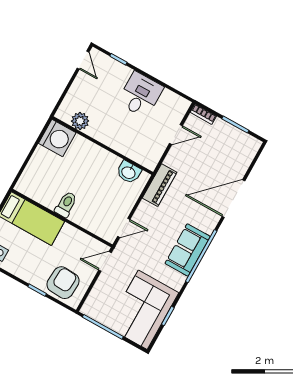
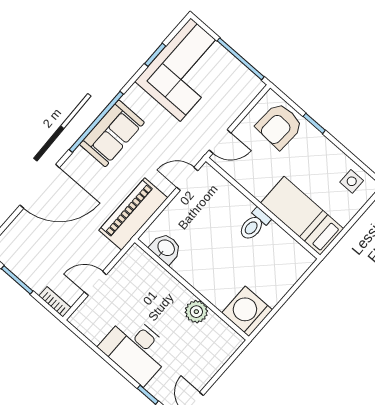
desk: (140, 95) -> (136, 349), width x1.37
plant: (80, 121) -> (196, 312), moved
piano: (160, 185) -> (133, 214), width x1.37, depth x1.33

